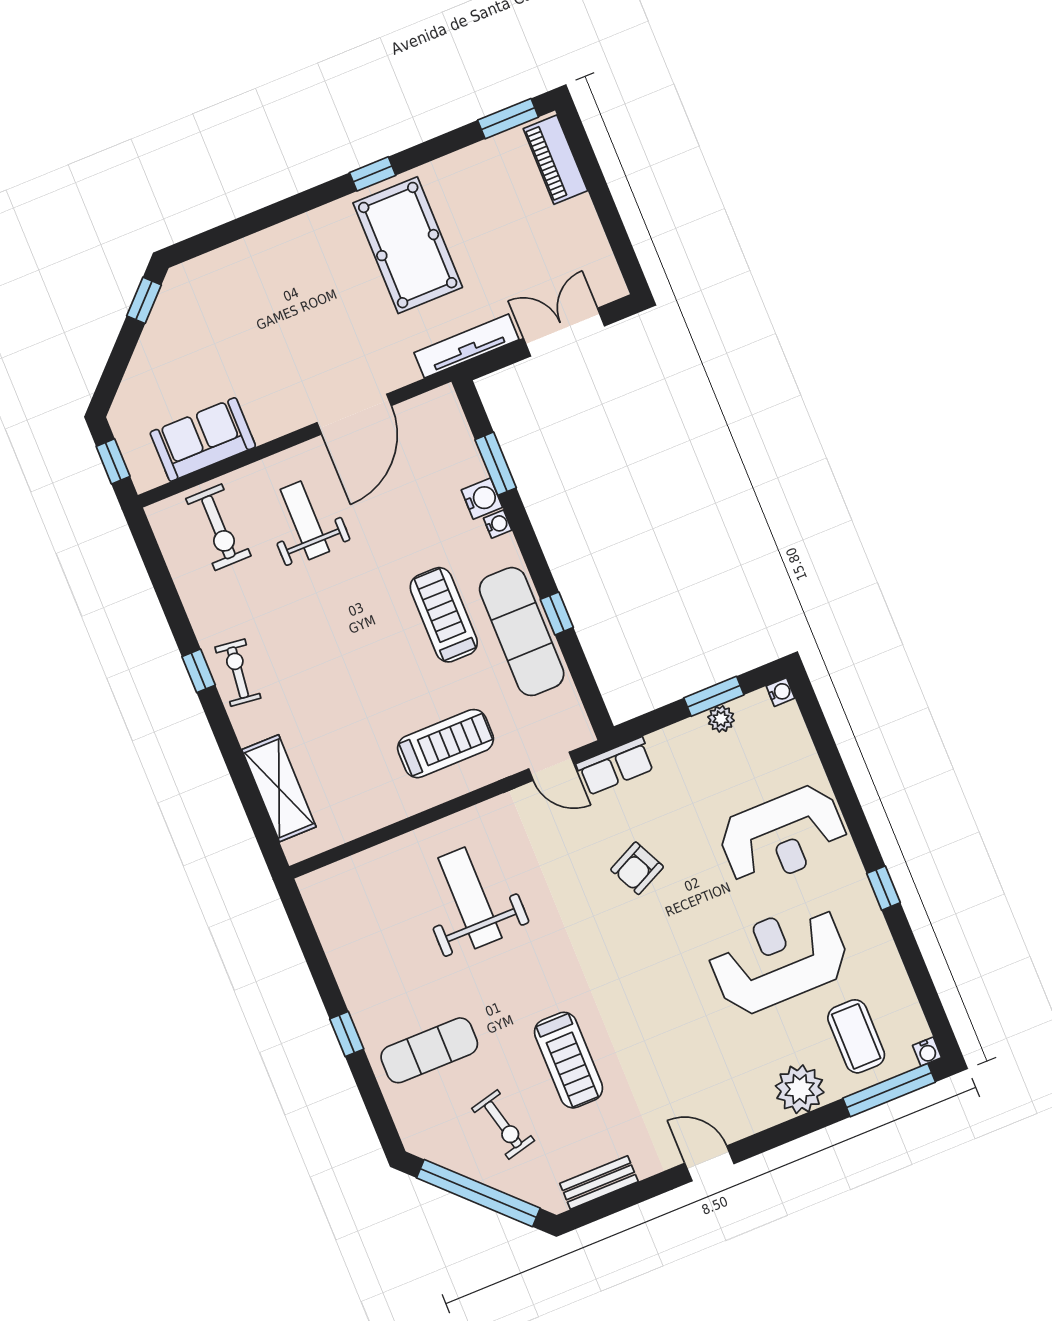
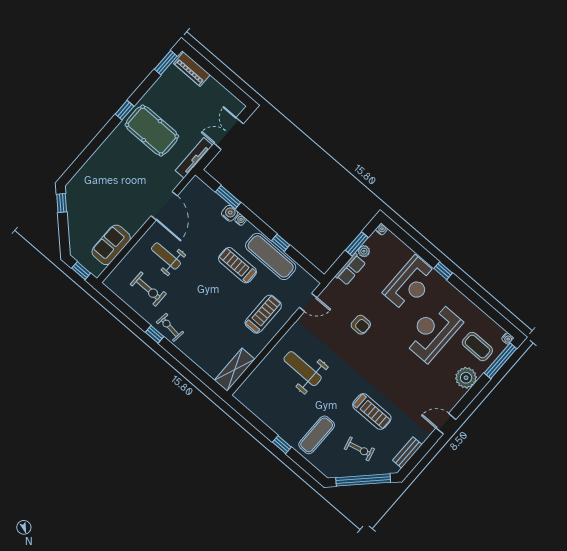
exercise bike: (218, 527) -> (148, 289), moved
row of seats: (615, 766) -> (350, 269), moved
shelving: (279, 788) -> (235, 370), moved, turned 90
armchair: (637, 868) -> (361, 325), turned -64
window: (883, 888) -> (443, 271), moved

